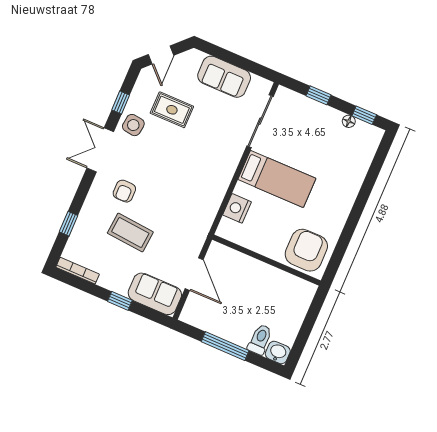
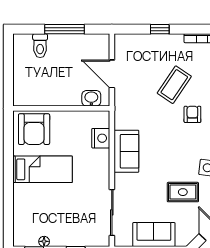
bed: (277, 179) -> (42, 169), moved, turned 180
coffee table: (130, 232) -> (174, 85), turned -61
sofa: (155, 294) -> (126, 151), moved, turned -90
washbasin: (278, 352) -> (91, 98), moved, turned 180

